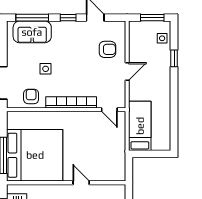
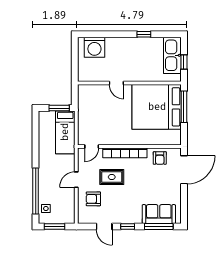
window: (174, 58) -> (36, 191), width x3.17
side table: (46, 69) -> (147, 182), removed
rug: (86, 75) -> (112, 177), added
door: (109, 110) -> (92, 146), swing flipped
window: (147, 154) -> (59, 108), added

